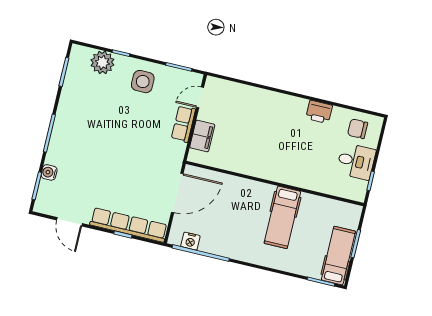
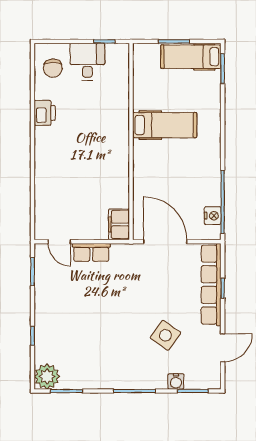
plant: (102, 62) -> (47, 377), moved
side table: (143, 82) -> (165, 335), moved, turned 35
filing cabinet: (202, 136) -> (119, 224), moved, turned -90

